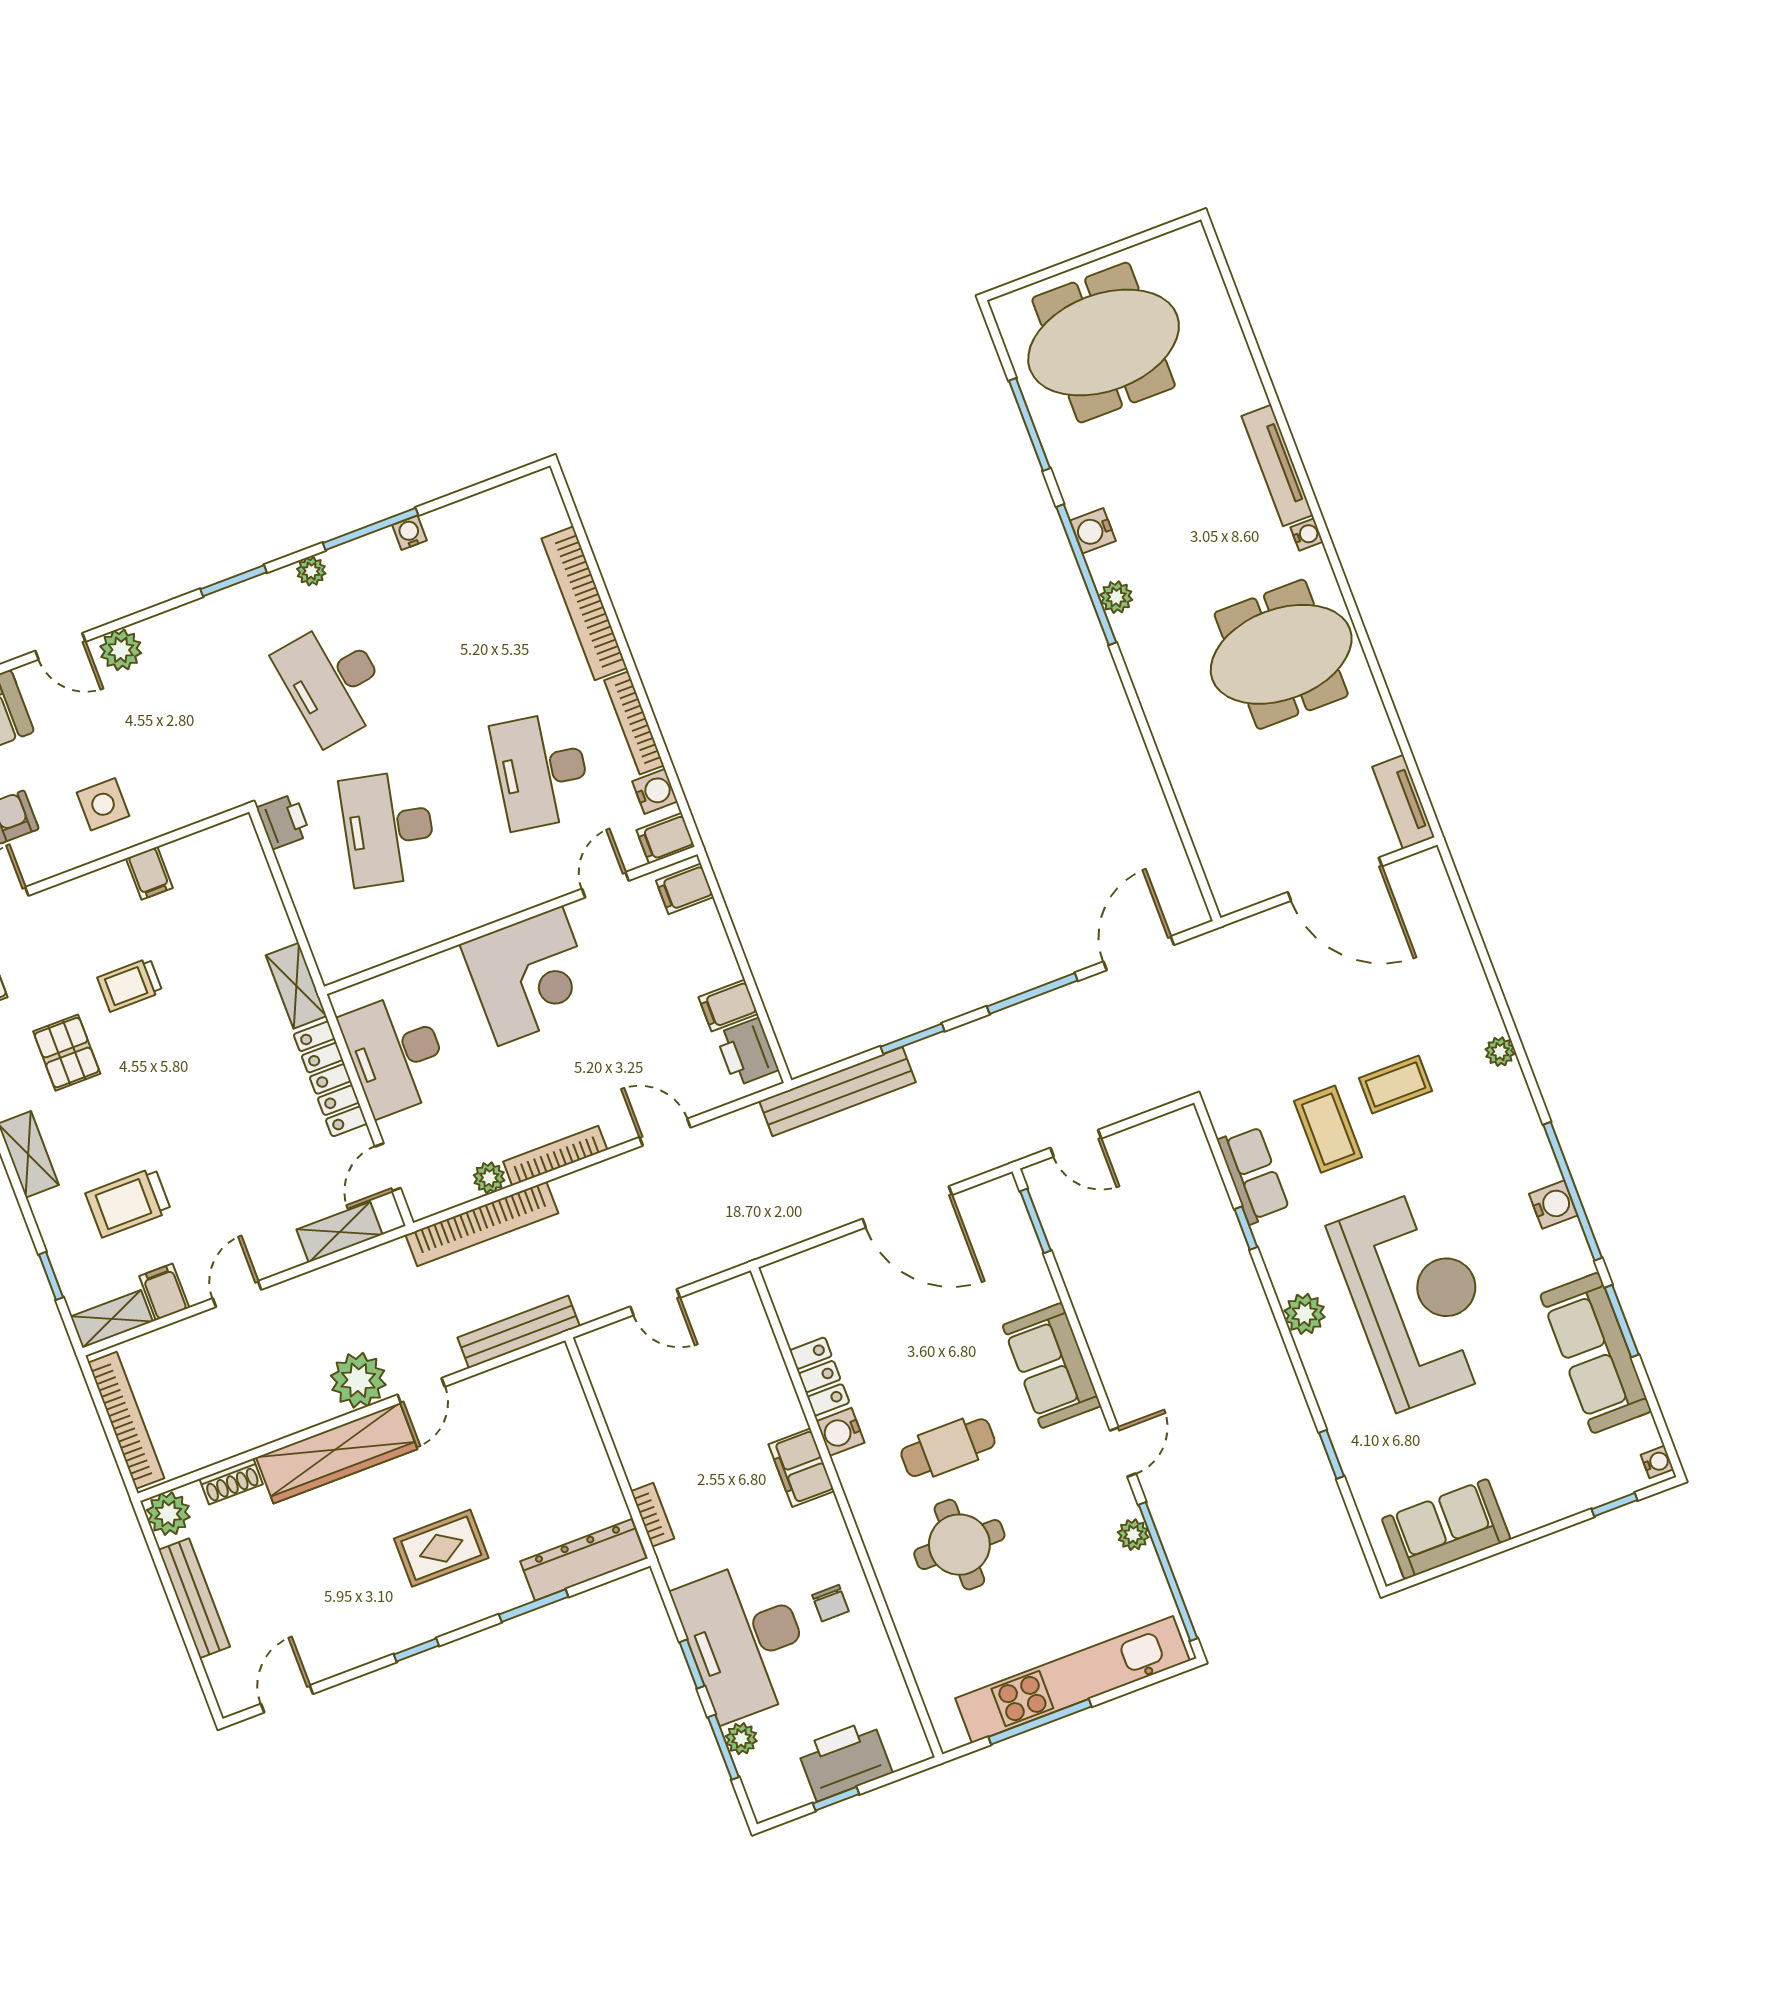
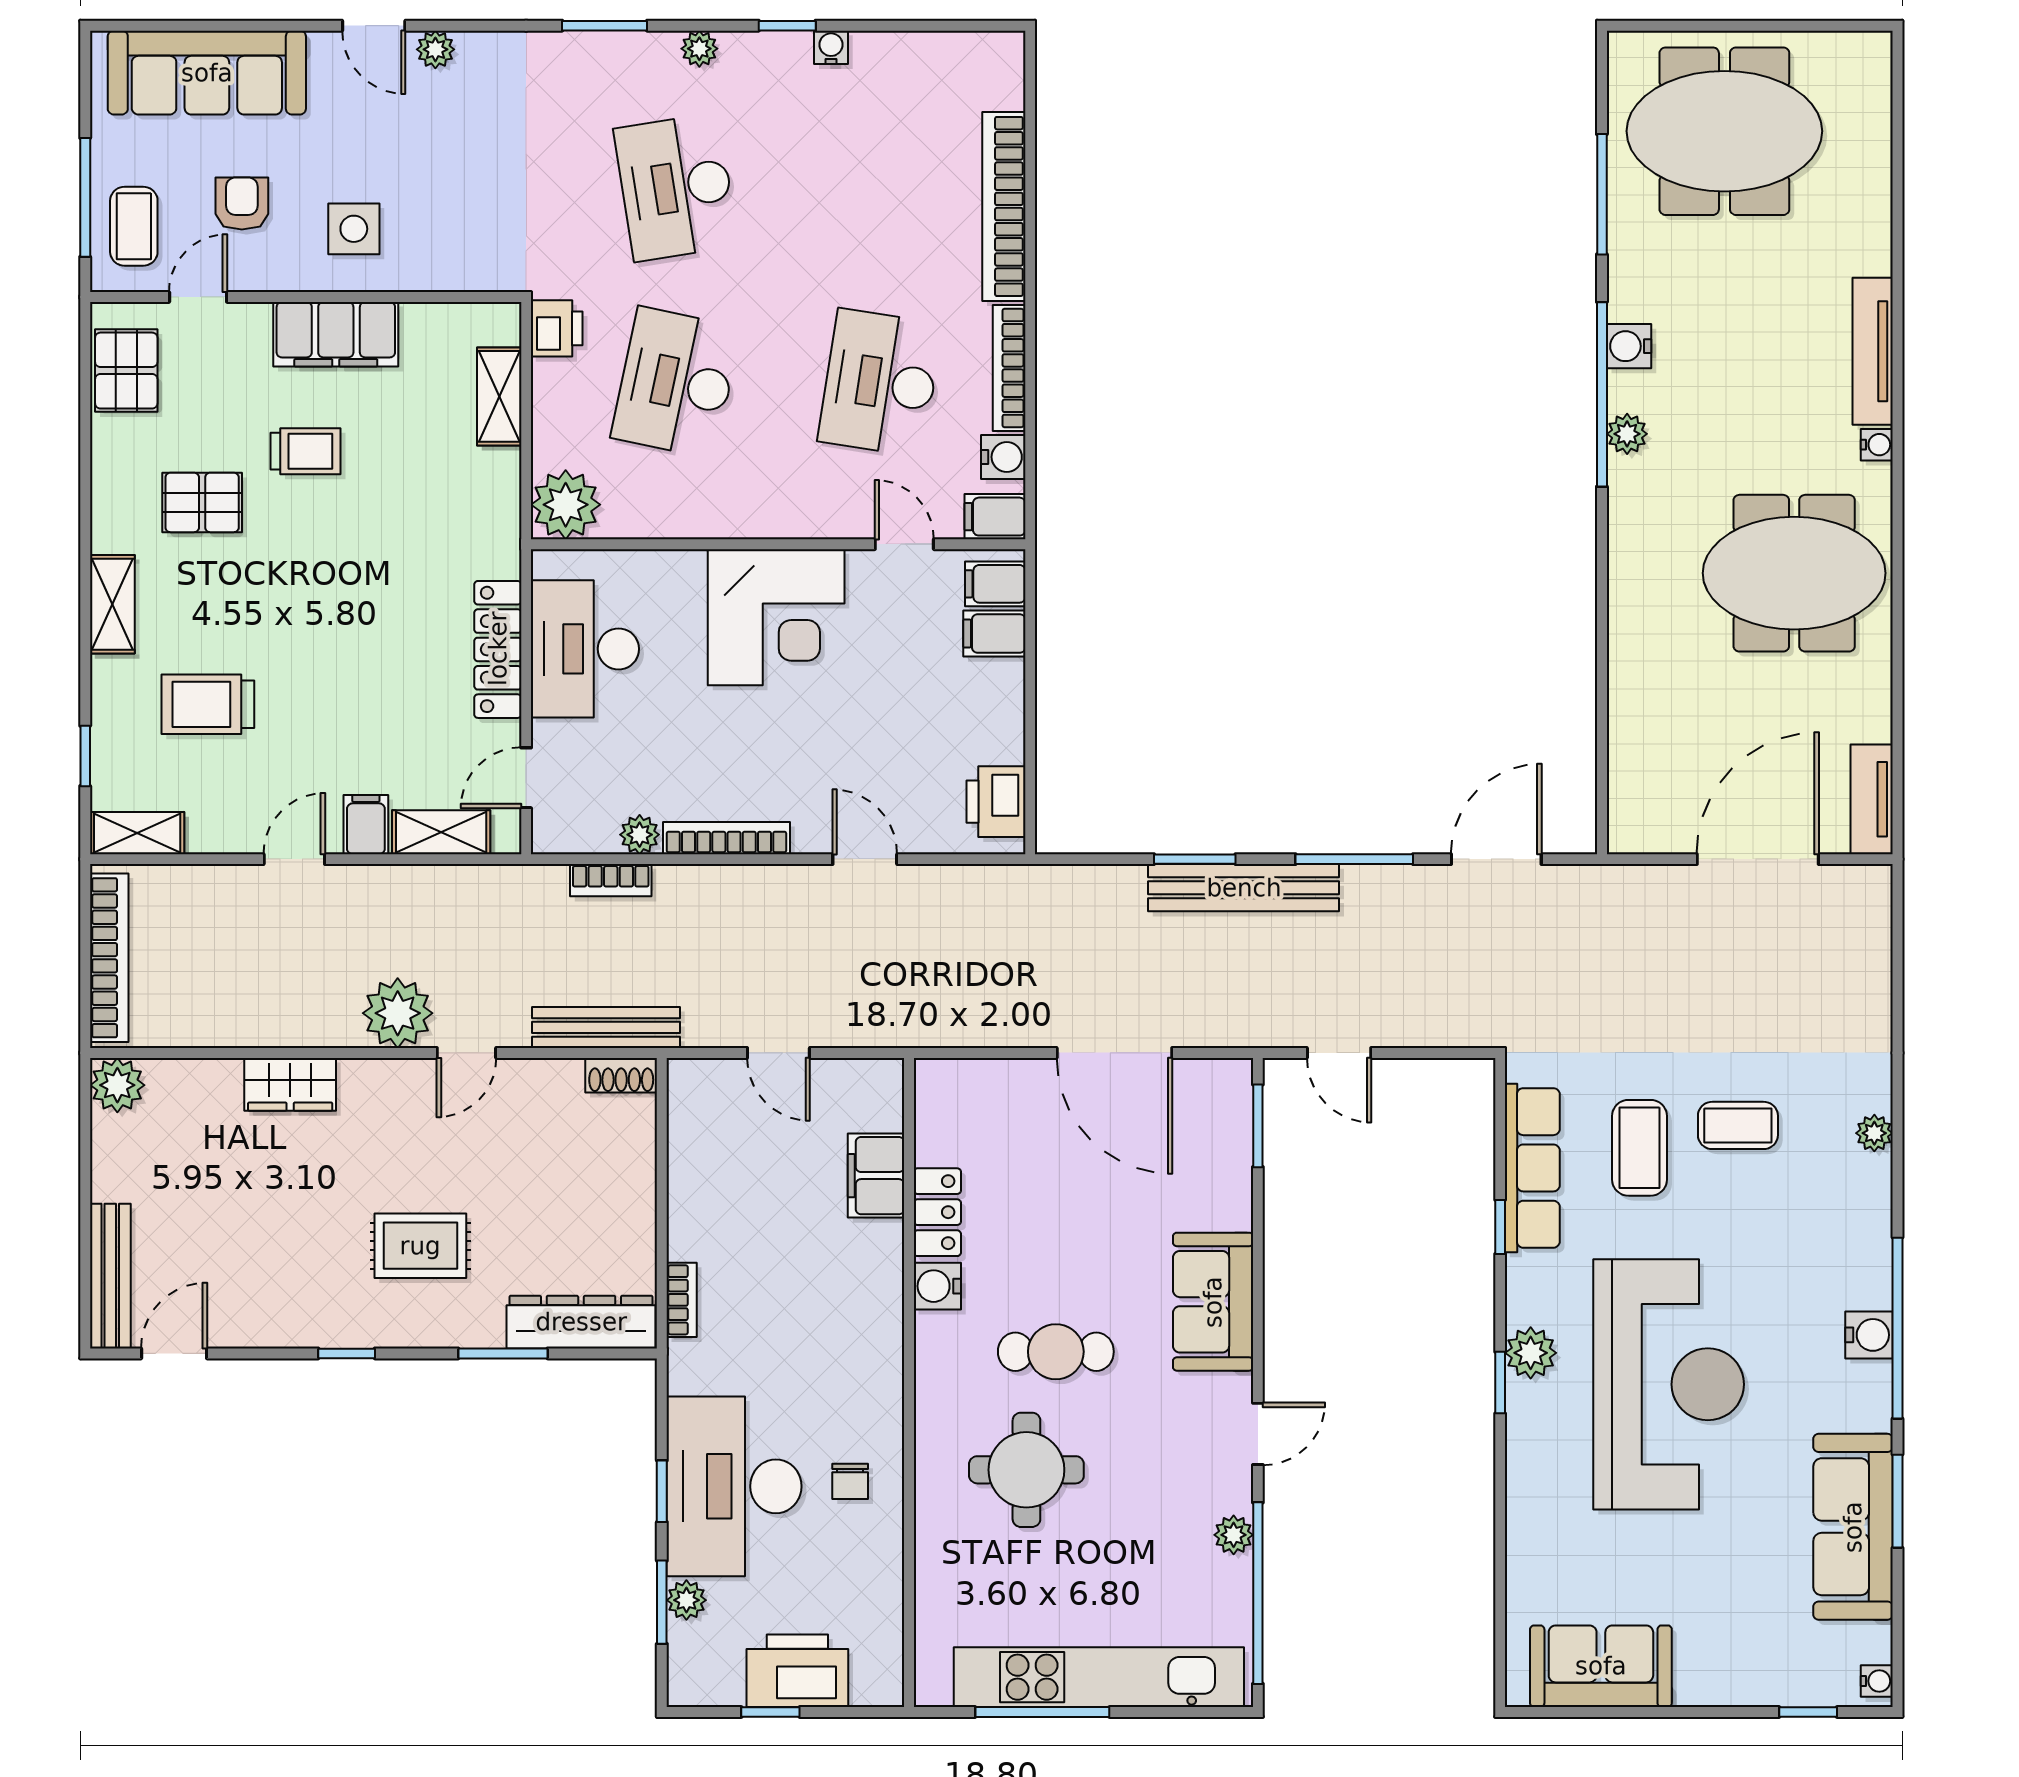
window: (371, 529) -> (787, 26), width x0.46
plant: (121, 650) -> (435, 49), width x0.73, depth x0.73
filing cabinet: (149, 873) -> (336, 334), width x3.00, depth x1.17
door: (1335, 879) -> (1758, 859), swing flipped
door: (605, 885) -> (904, 544), hinge flipped
plant: (340, 951) -> (566, 505), added
trolley: (130, 985) -> (306, 451), turned 180
shelving: (296, 986) -> (499, 396), moved
filing cabinet: (728, 1006) -> (994, 634), moved
pallet: (67, 1053) -> (202, 502), turned 90
bench: (837, 1092) -> (1244, 888), moved
row of seats: (1253, 1175) -> (1532, 1168), width x1.48
bookcase: (482, 1224) -> (611, 880), width x0.43, depth x0.76
filing cabinet: (164, 1292) -> (366, 825), moved
wardrobe: (337, 1453) -> (290, 1084), width x0.48, depth x0.85
window: (1331, 1454) -> (1500, 1383), moved
filing cabinet: (801, 1468) -> (876, 1176), moved
shoe rack: (231, 1481) -> (621, 1075), moved
bench: (194, 1598) -> (110, 1276), moved

